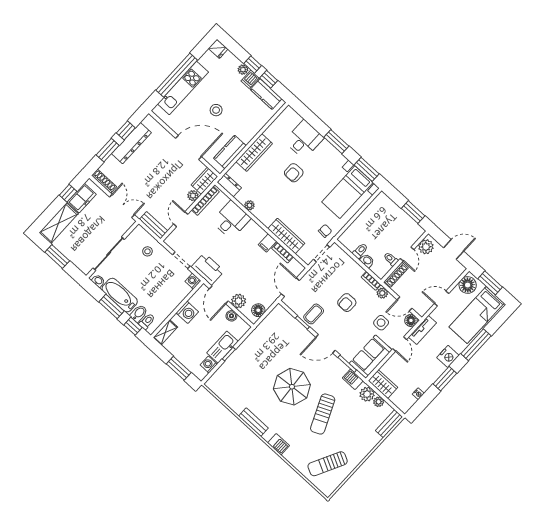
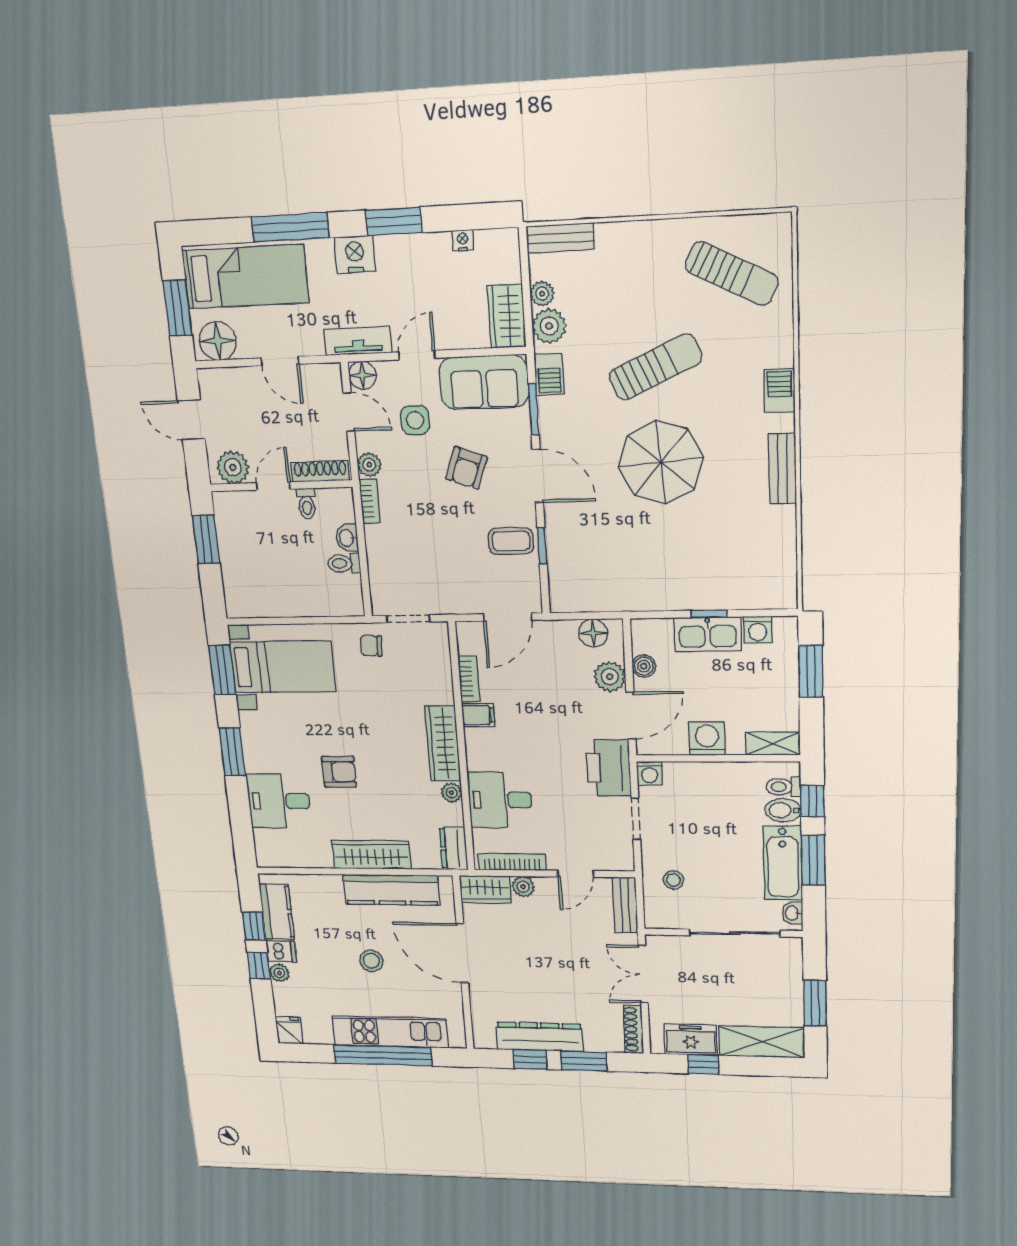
kitchen counter: (230, 152) -> (391, 890), width x1.50
wardrobe: (286, 236) -> (443, 744), moved
armchair: (347, 303) -> (467, 468), moved, turned 110

